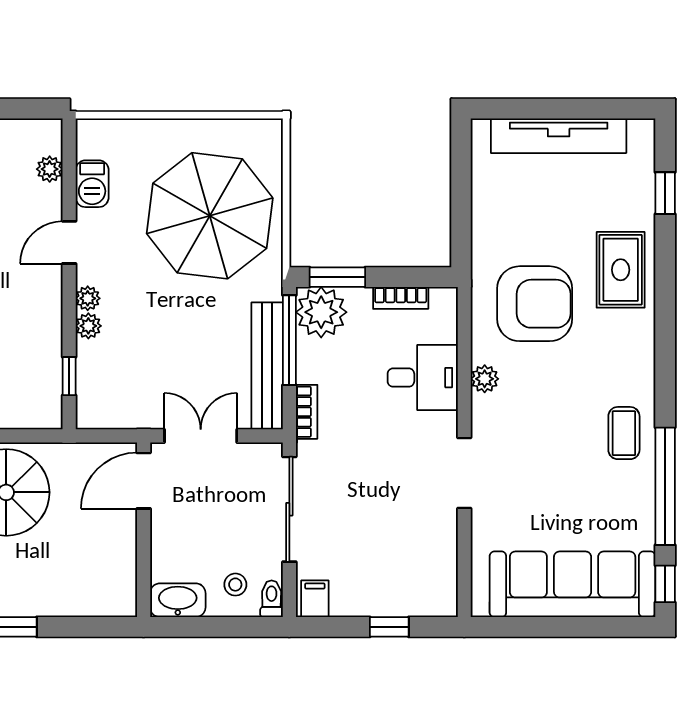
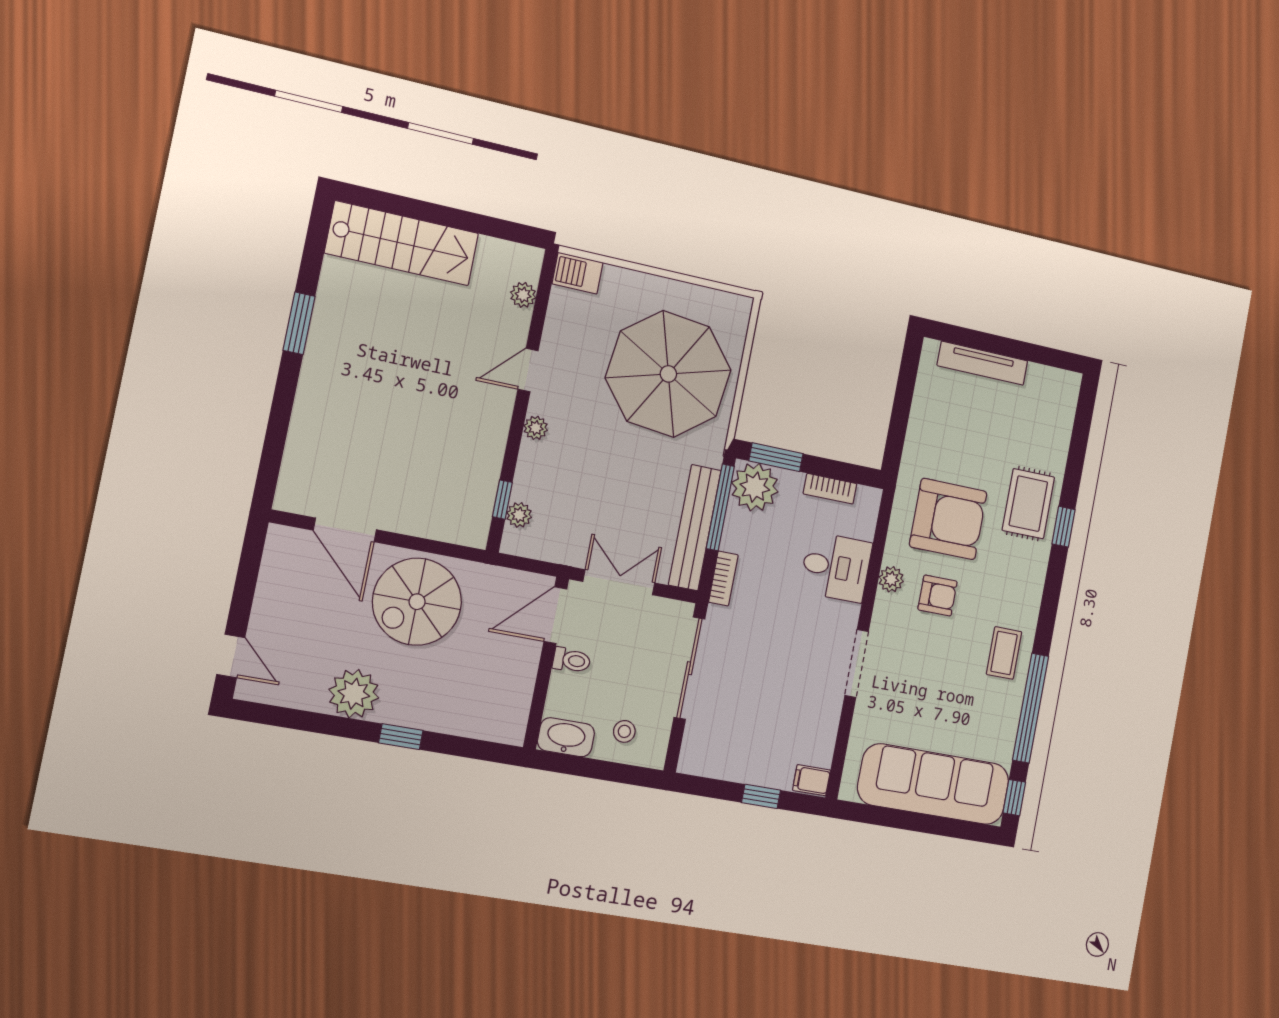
tv unit: (559, 136) -> (982, 363), width x0.73, depth x0.78
barbecue: (92, 184) -> (578, 273), moved, turned 90
window: (665, 193) -> (1064, 527), moved
plant: (88, 326) -> (519, 515), moved
armchair: (538, 386) -> (938, 595), added
toilet: (272, 599) -> (572, 660), moved, turned 90
filing cabinet: (315, 599) -> (811, 780), moved, turned -90

